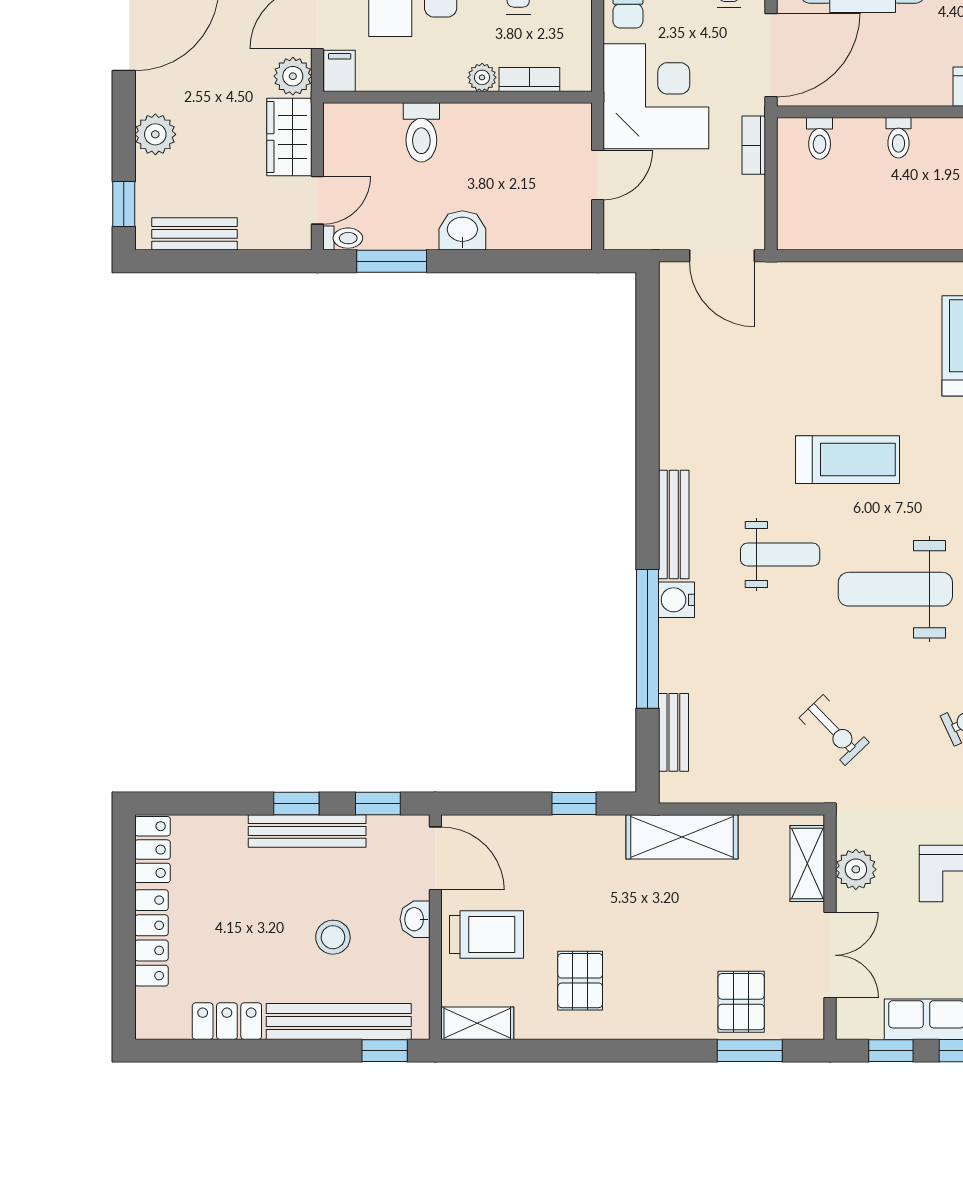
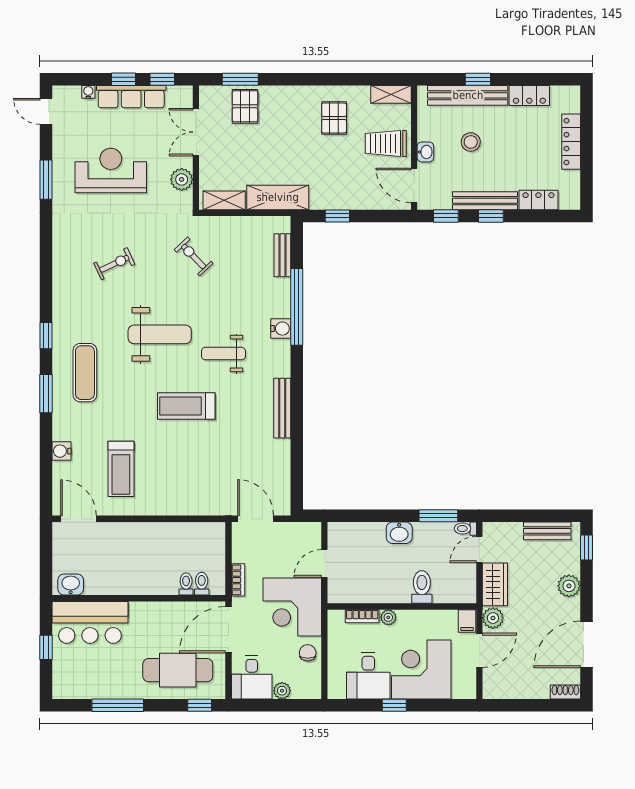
toilet: (898, 138) -> (186, 584), moved
bench: (674, 525) -> (282, 408), moved
locker: (152, 850) -> (538, 200), moved, turned 90
shelving: (807, 864) -> (224, 200), moved, turned 90
window: (385, 1051) -> (478, 79), moved

